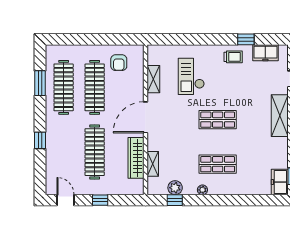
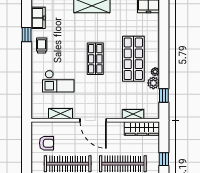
wardrobe: (136, 158) -> (142, 128), moved
shop shelf: (218, 164) -> (133, 59), width x1.43, depth x1.36
plant: (175, 188) -> (153, 83), moved

